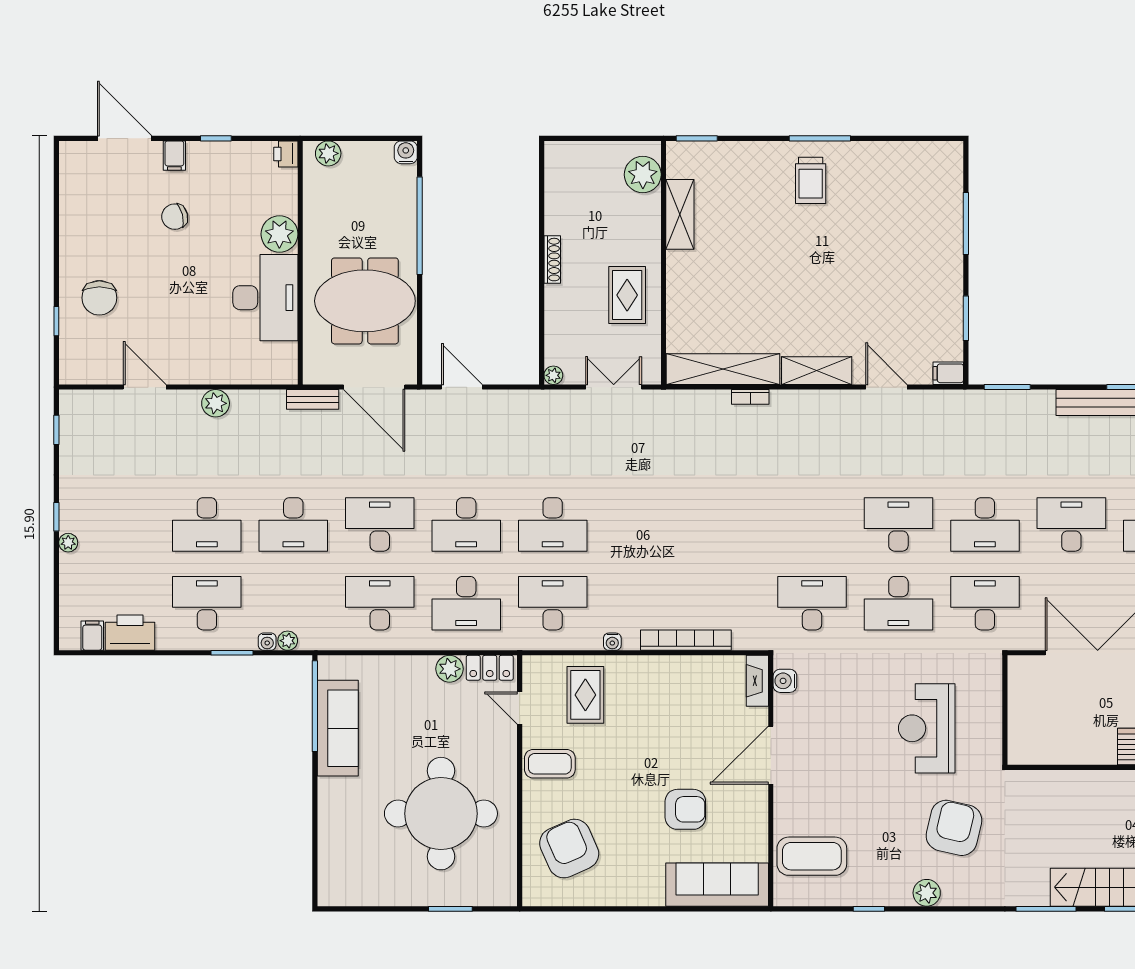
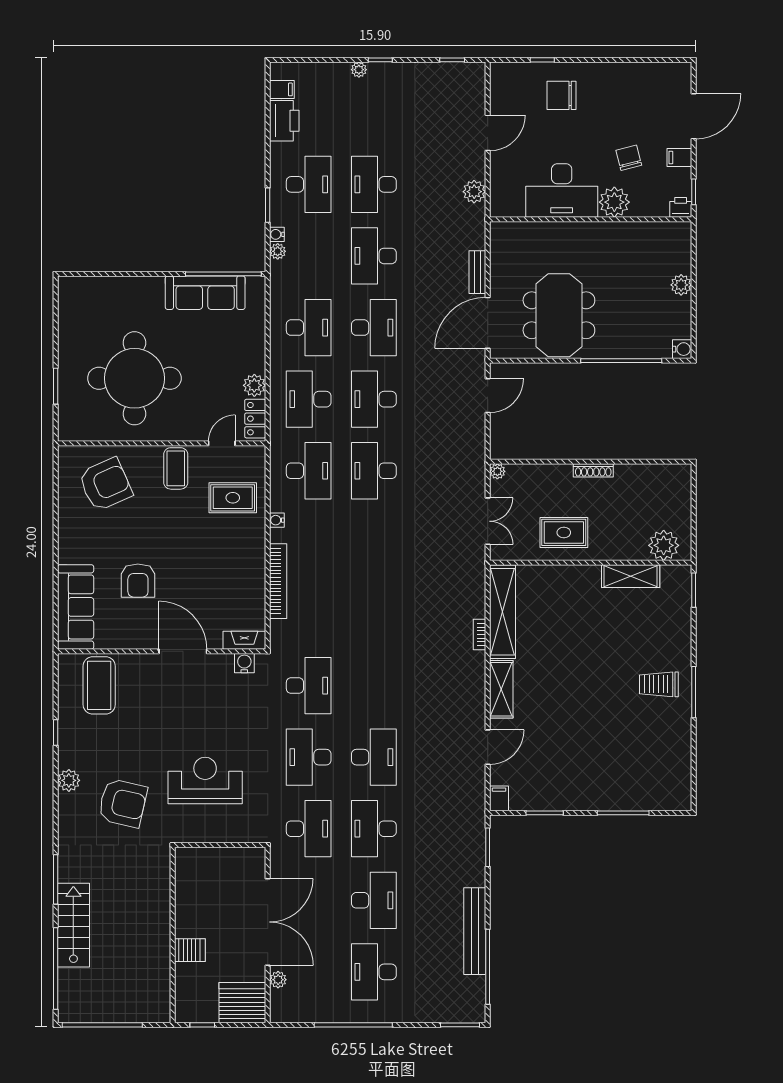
printer: (286, 154) -> (681, 207), moved
plant: (279, 234) -> (614, 202), moved
wall: (300, 263) -> (591, 219), moved
desk: (265, 298) -> (562, 190), moved

